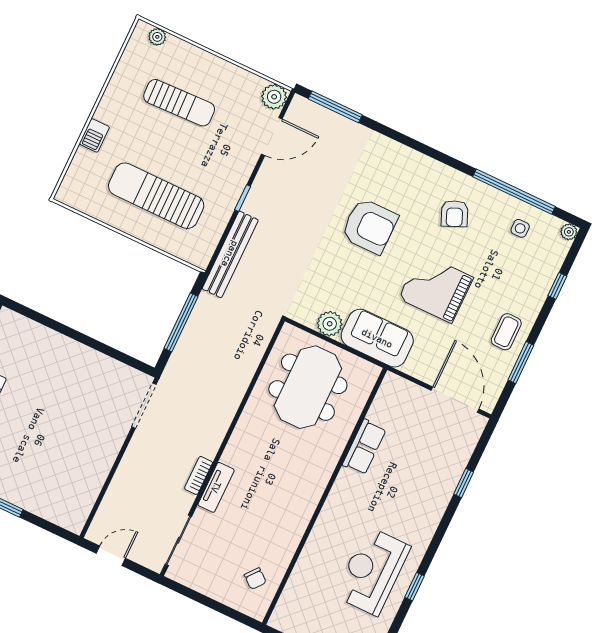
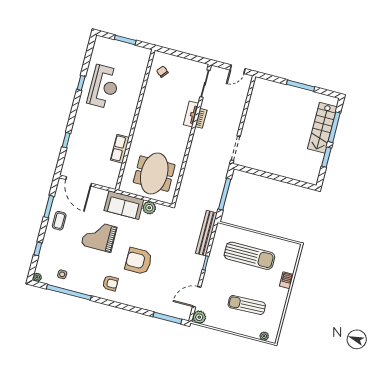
armchair: (455, 214) -> (110, 283), moved, turned 113
grand piano: (436, 288) -> (99, 236), turned 180

